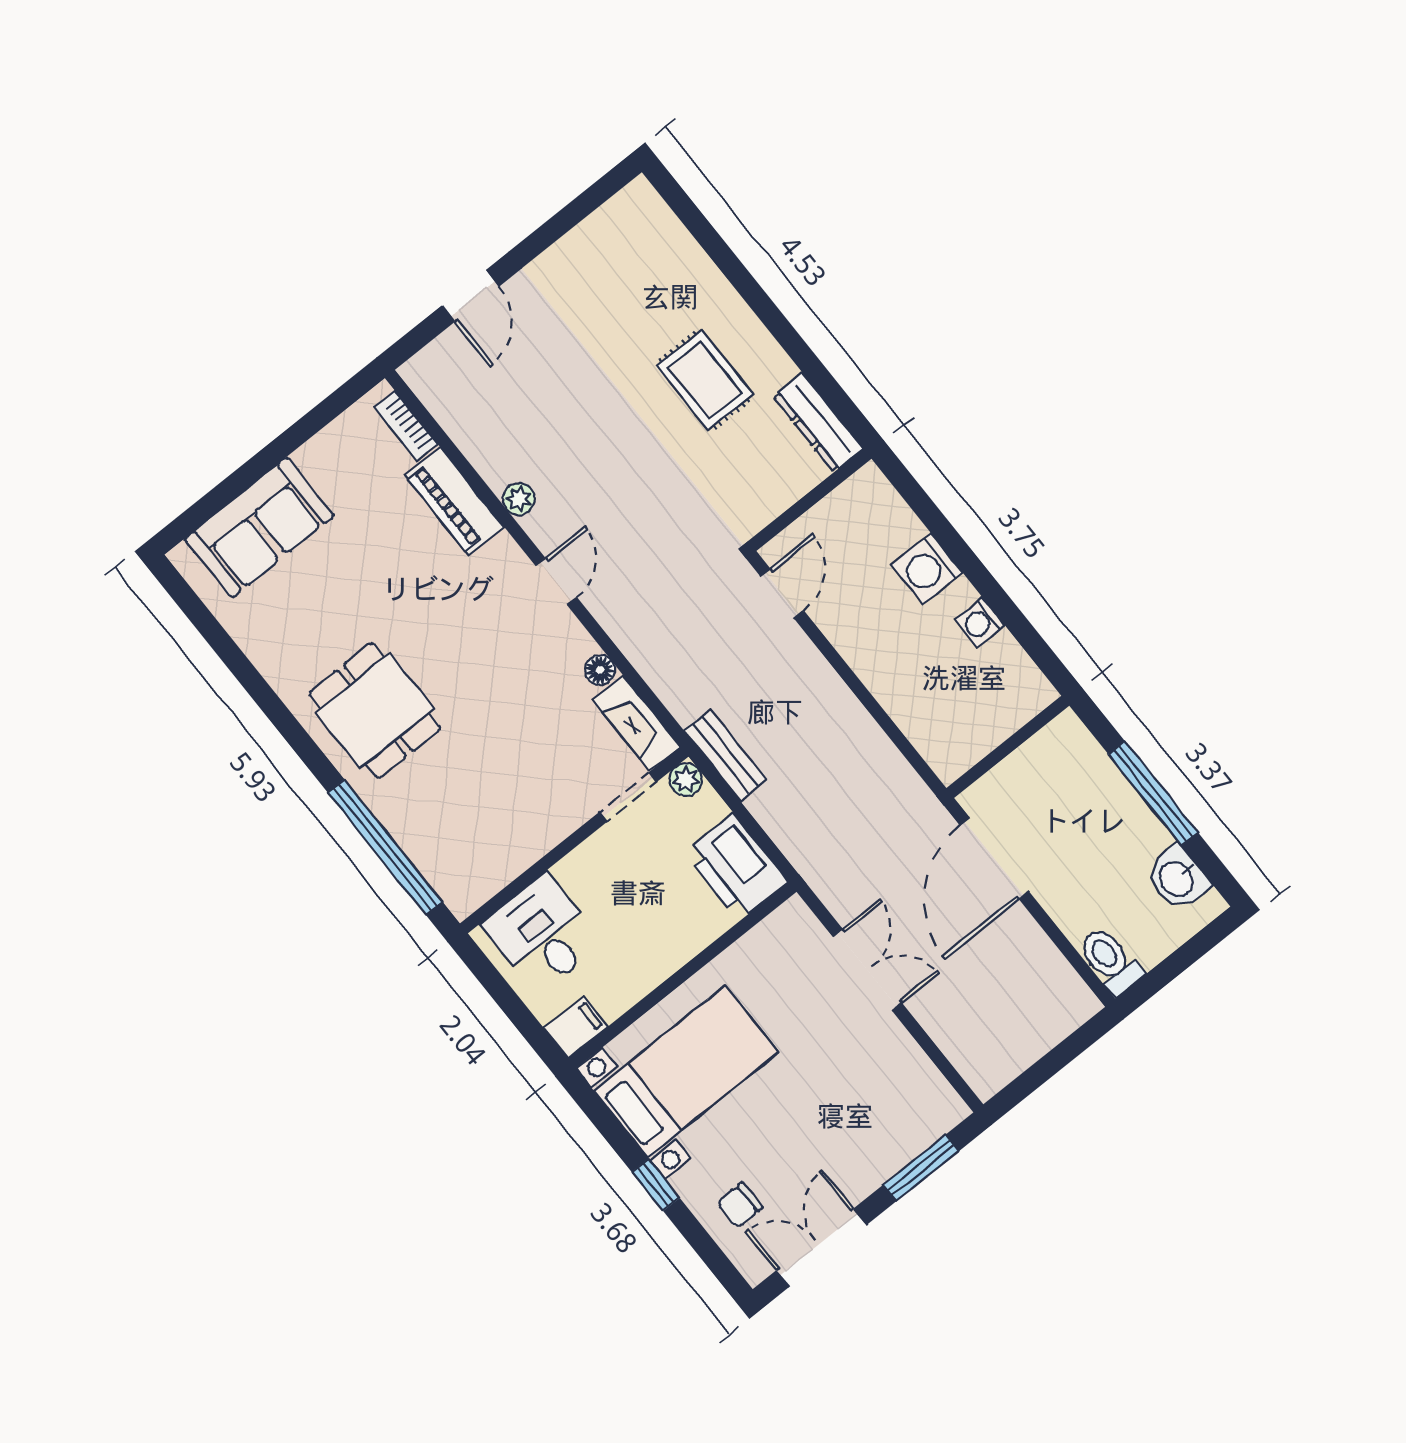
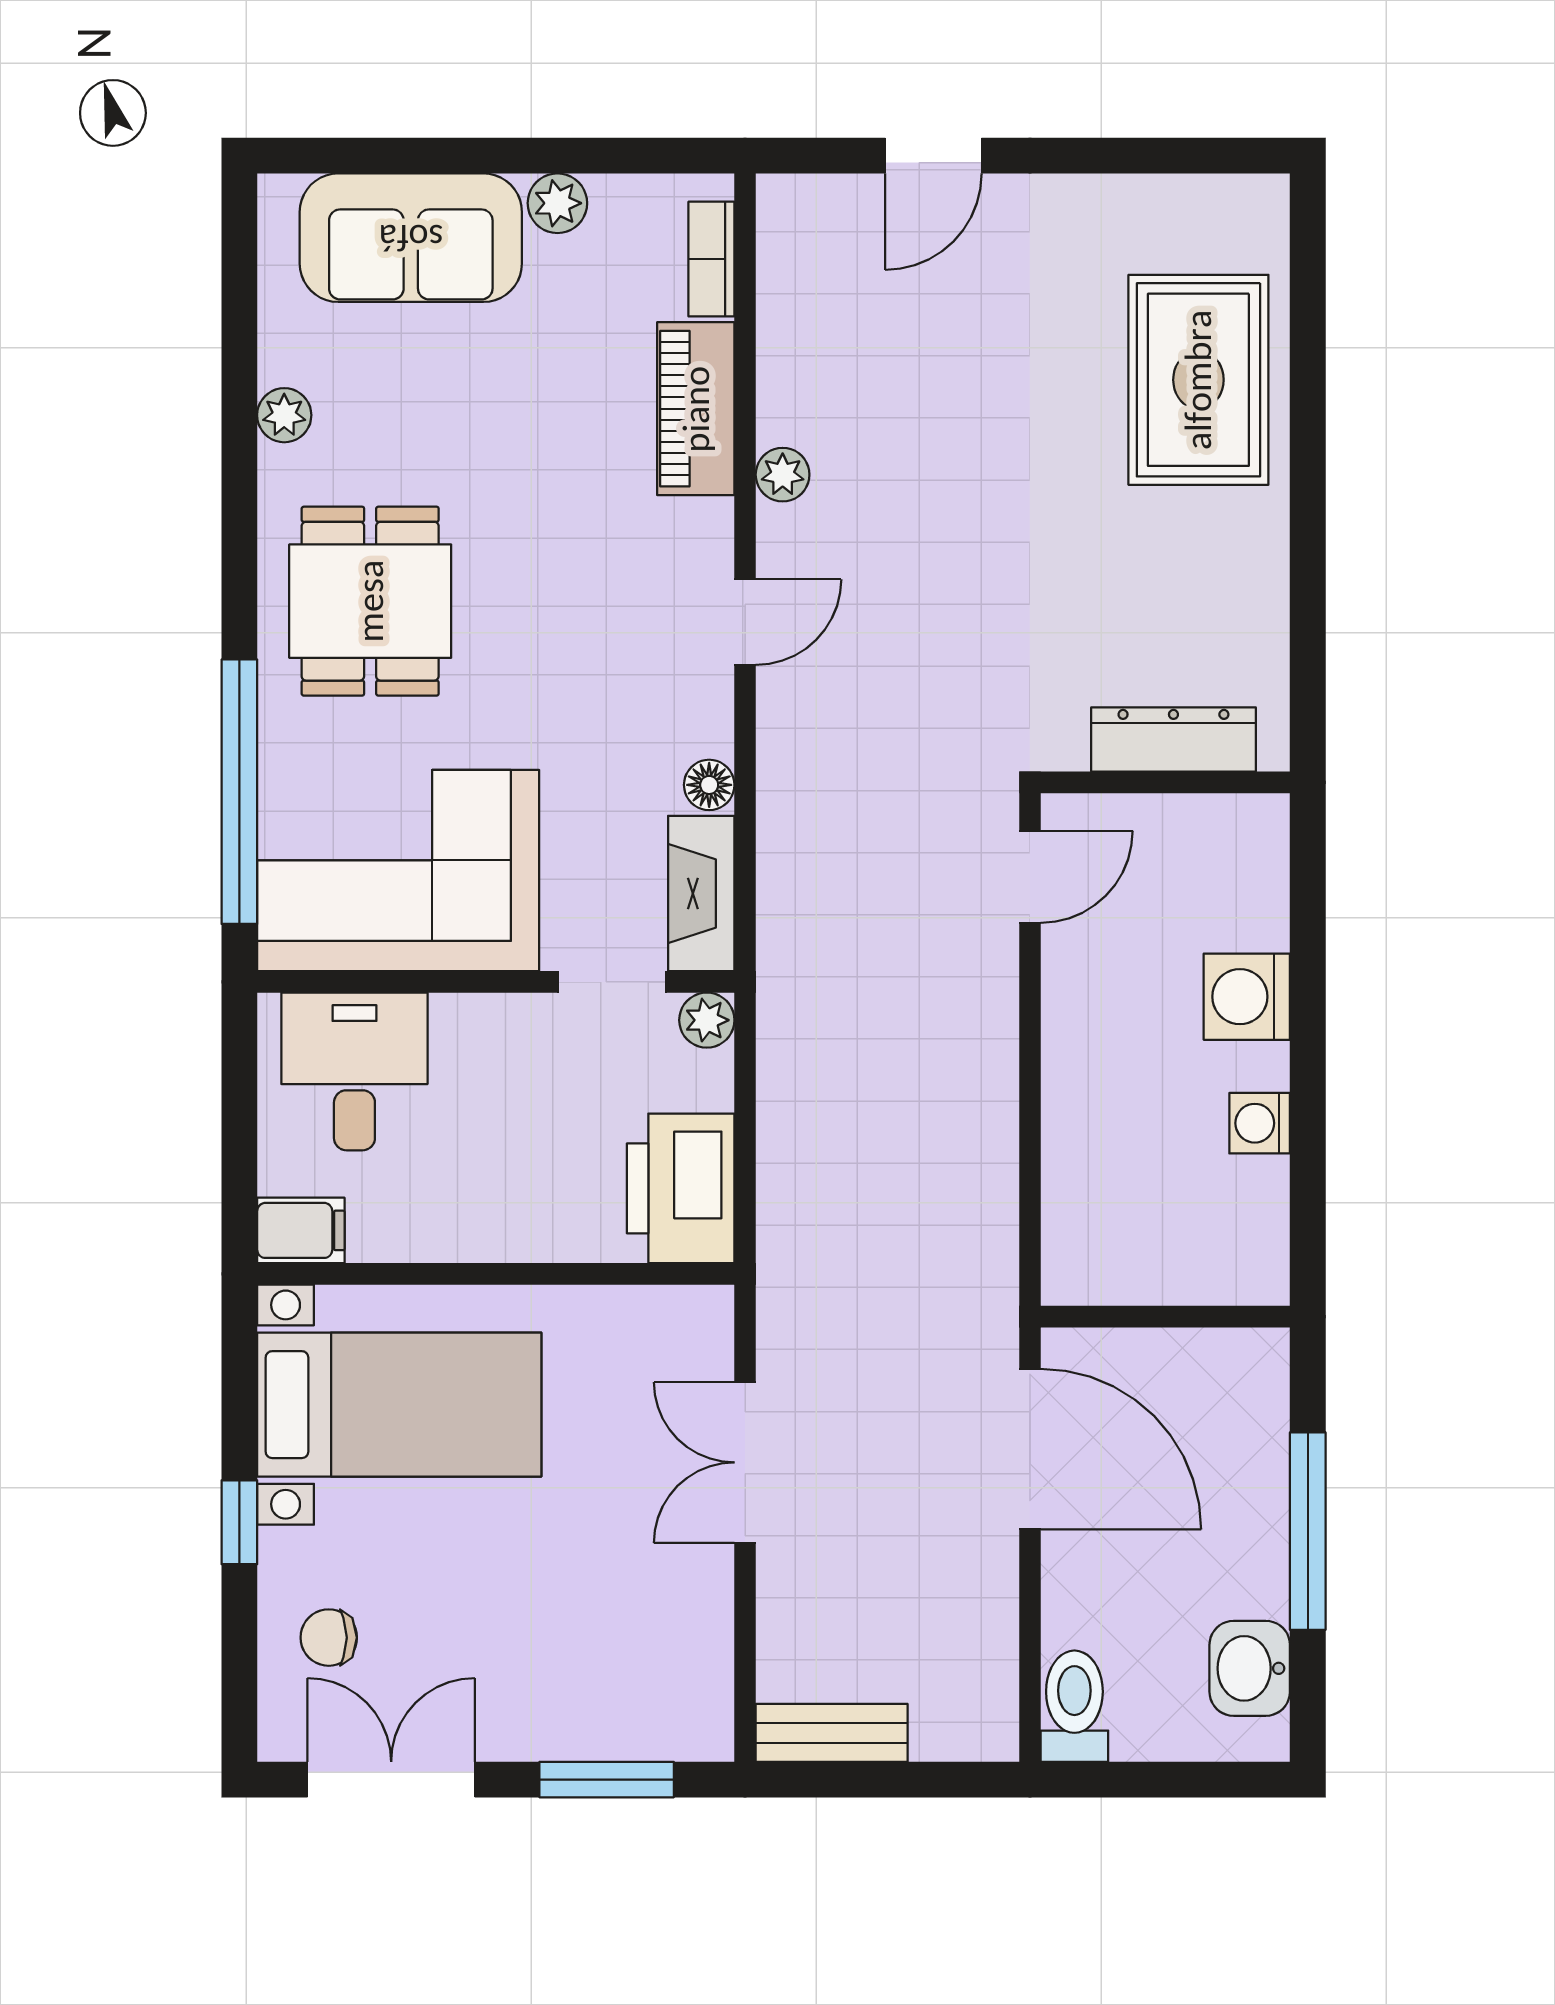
rug: (705, 380) -> (1198, 380), moved, width x1.36, depth x1.43
dresser: (818, 423) -> (1173, 740), moved, turned 90
plant: (314, 457) -> (557, 203), added
plant: (266, 656) -> (284, 415), added
bench: (725, 755) -> (832, 1733), moved, turned 90
corner sofa: (488, 825) -> (398, 871), added
door: (994, 858) -> (1030, 1449), swing flipped
double door: (867, 970) -> (745, 1462), swing flipped

